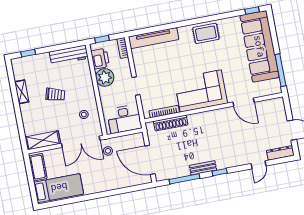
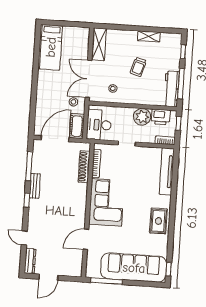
window: (61, 47) -> (181, 84), added
cot: (38, 167) -> (77, 126), moved, turned 90

